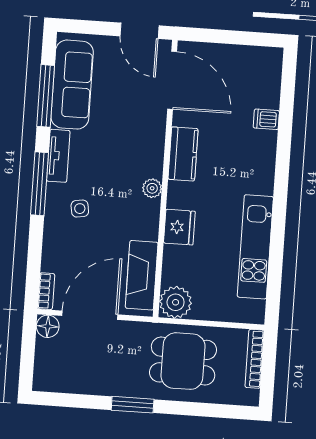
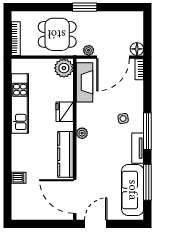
door: (139, 31) -> (96, 224), hinge flipped
kitchen counter: (183, 154) -> (66, 154), width x1.50
plant: (131, 330) -> (89, 50), added

